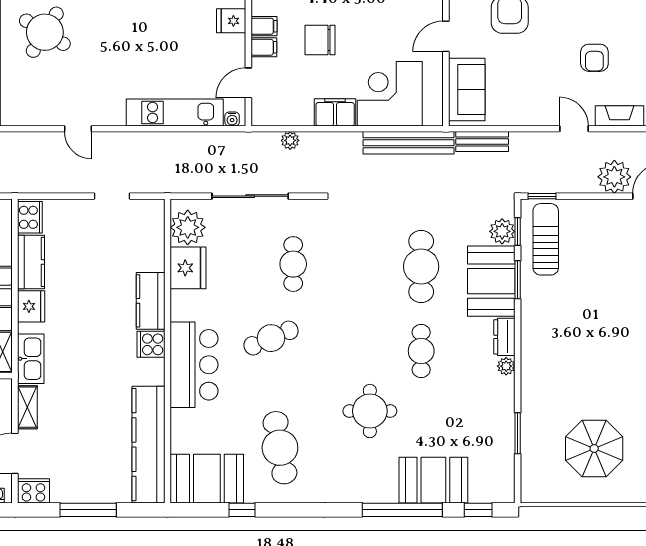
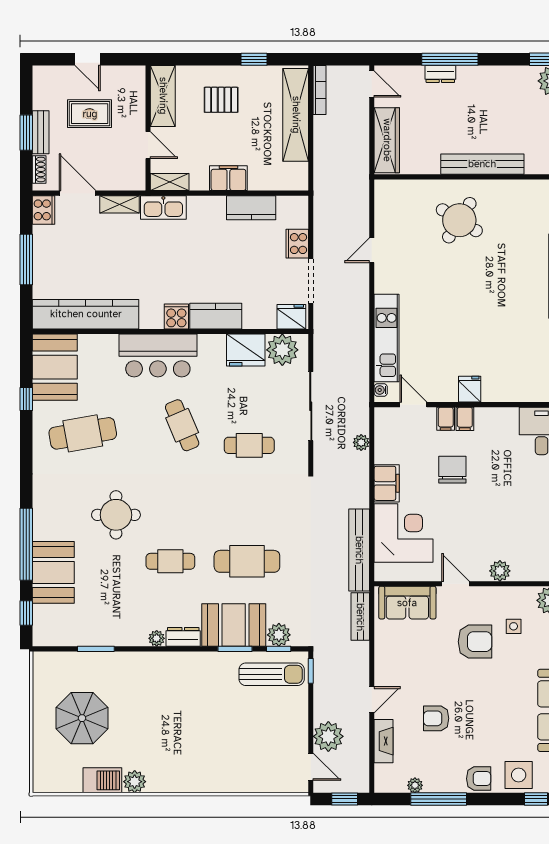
doorway: (112, 196) -> (311, 281), width x1.38
cooker: (30, 217) -> (297, 244), moved, turned 90
fridge: (31, 306) -> (291, 317), moved, turned 180

